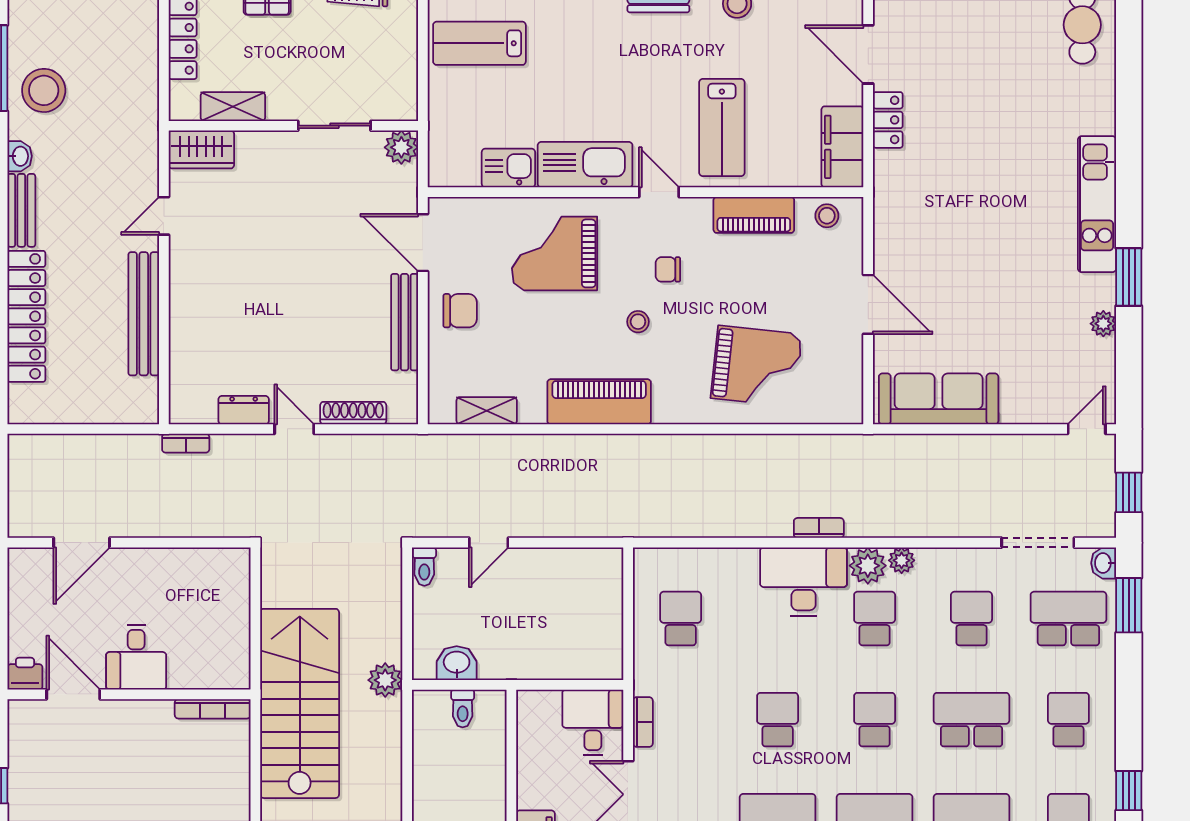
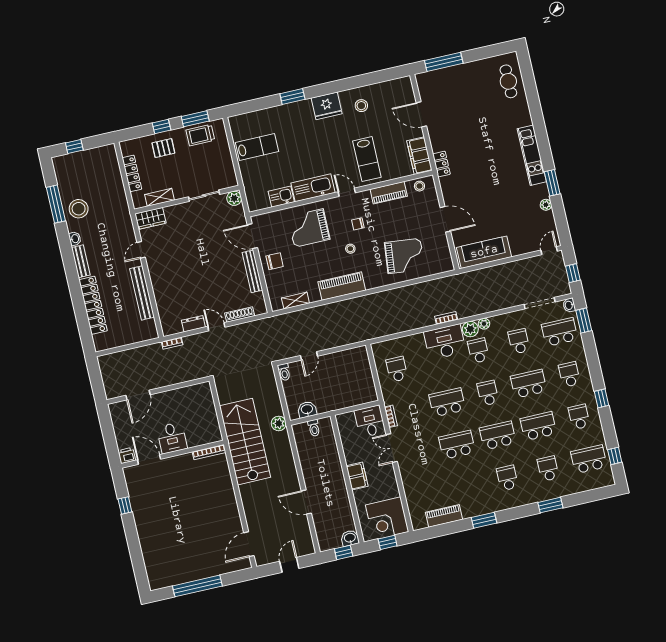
lab bench: (479, 43) -> (257, 147), turned 180
locker: (888, 120) -> (441, 164), moved
school desk: (778, 720) -> (447, 402), width x1.85

